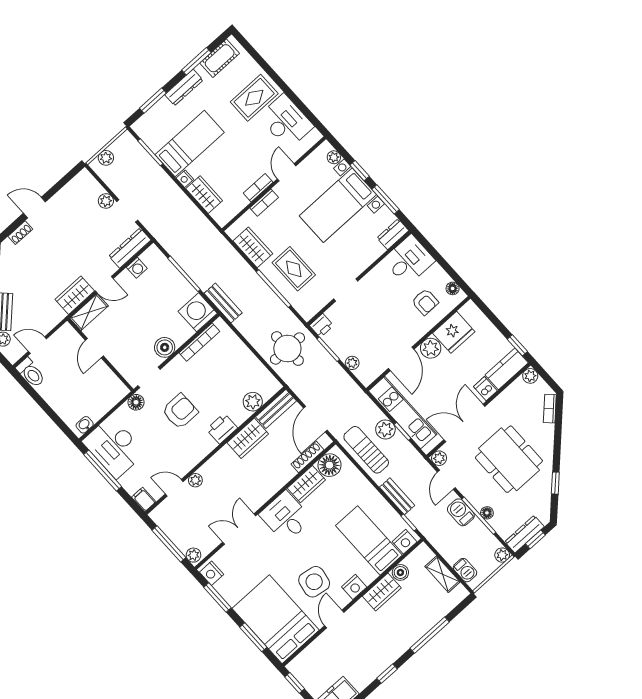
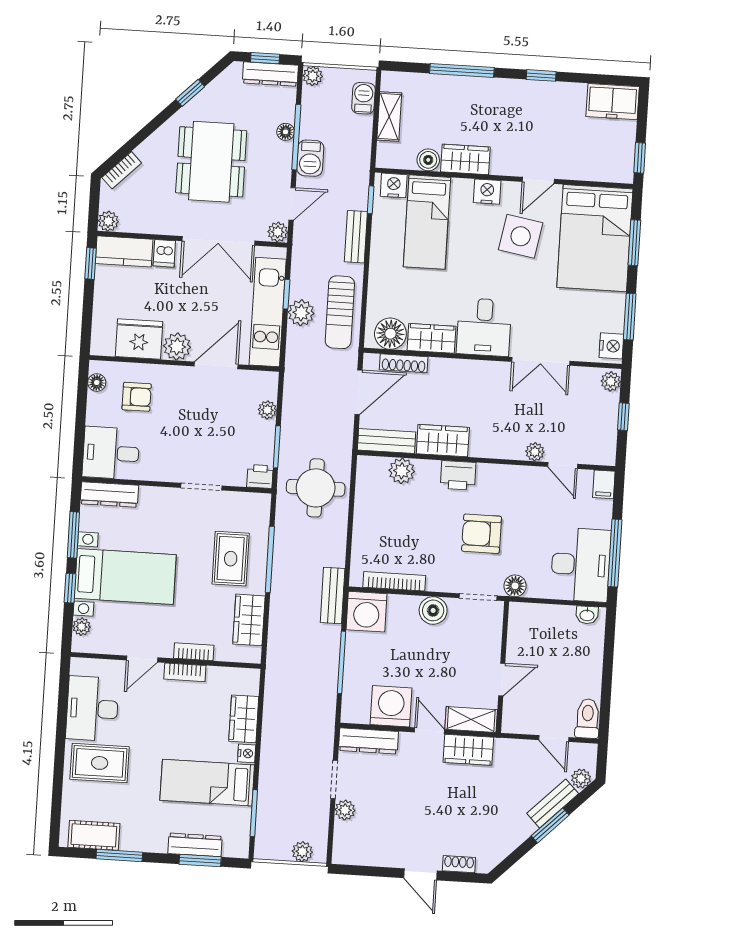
dresser: (184, 87) -> (195, 845), moved
dresser: (393, 234) -> (109, 495), width x1.44
washing machine: (137, 268) -> (391, 706), width x1.89, depth x1.89
armchair: (425, 302) -> (137, 397), turned 90
window: (169, 544) -> (623, 417), width x0.46

